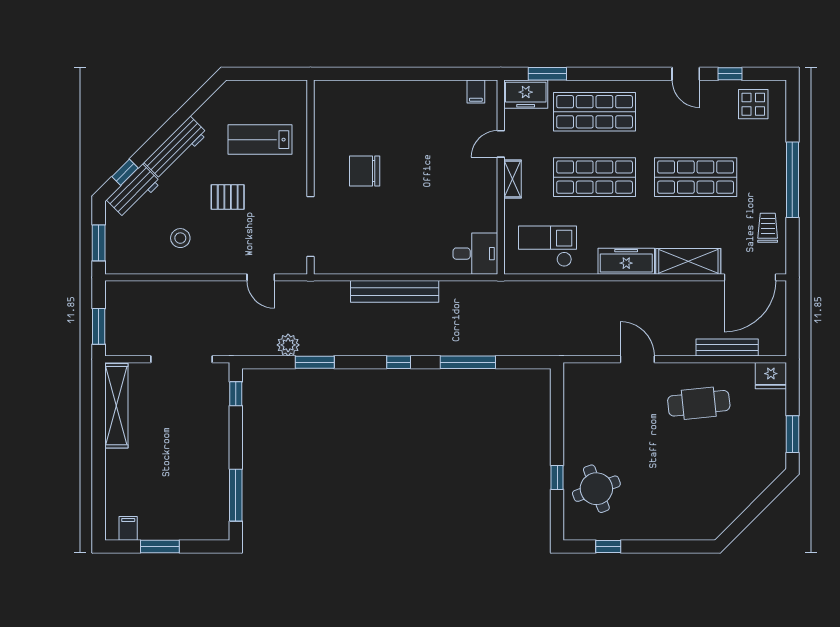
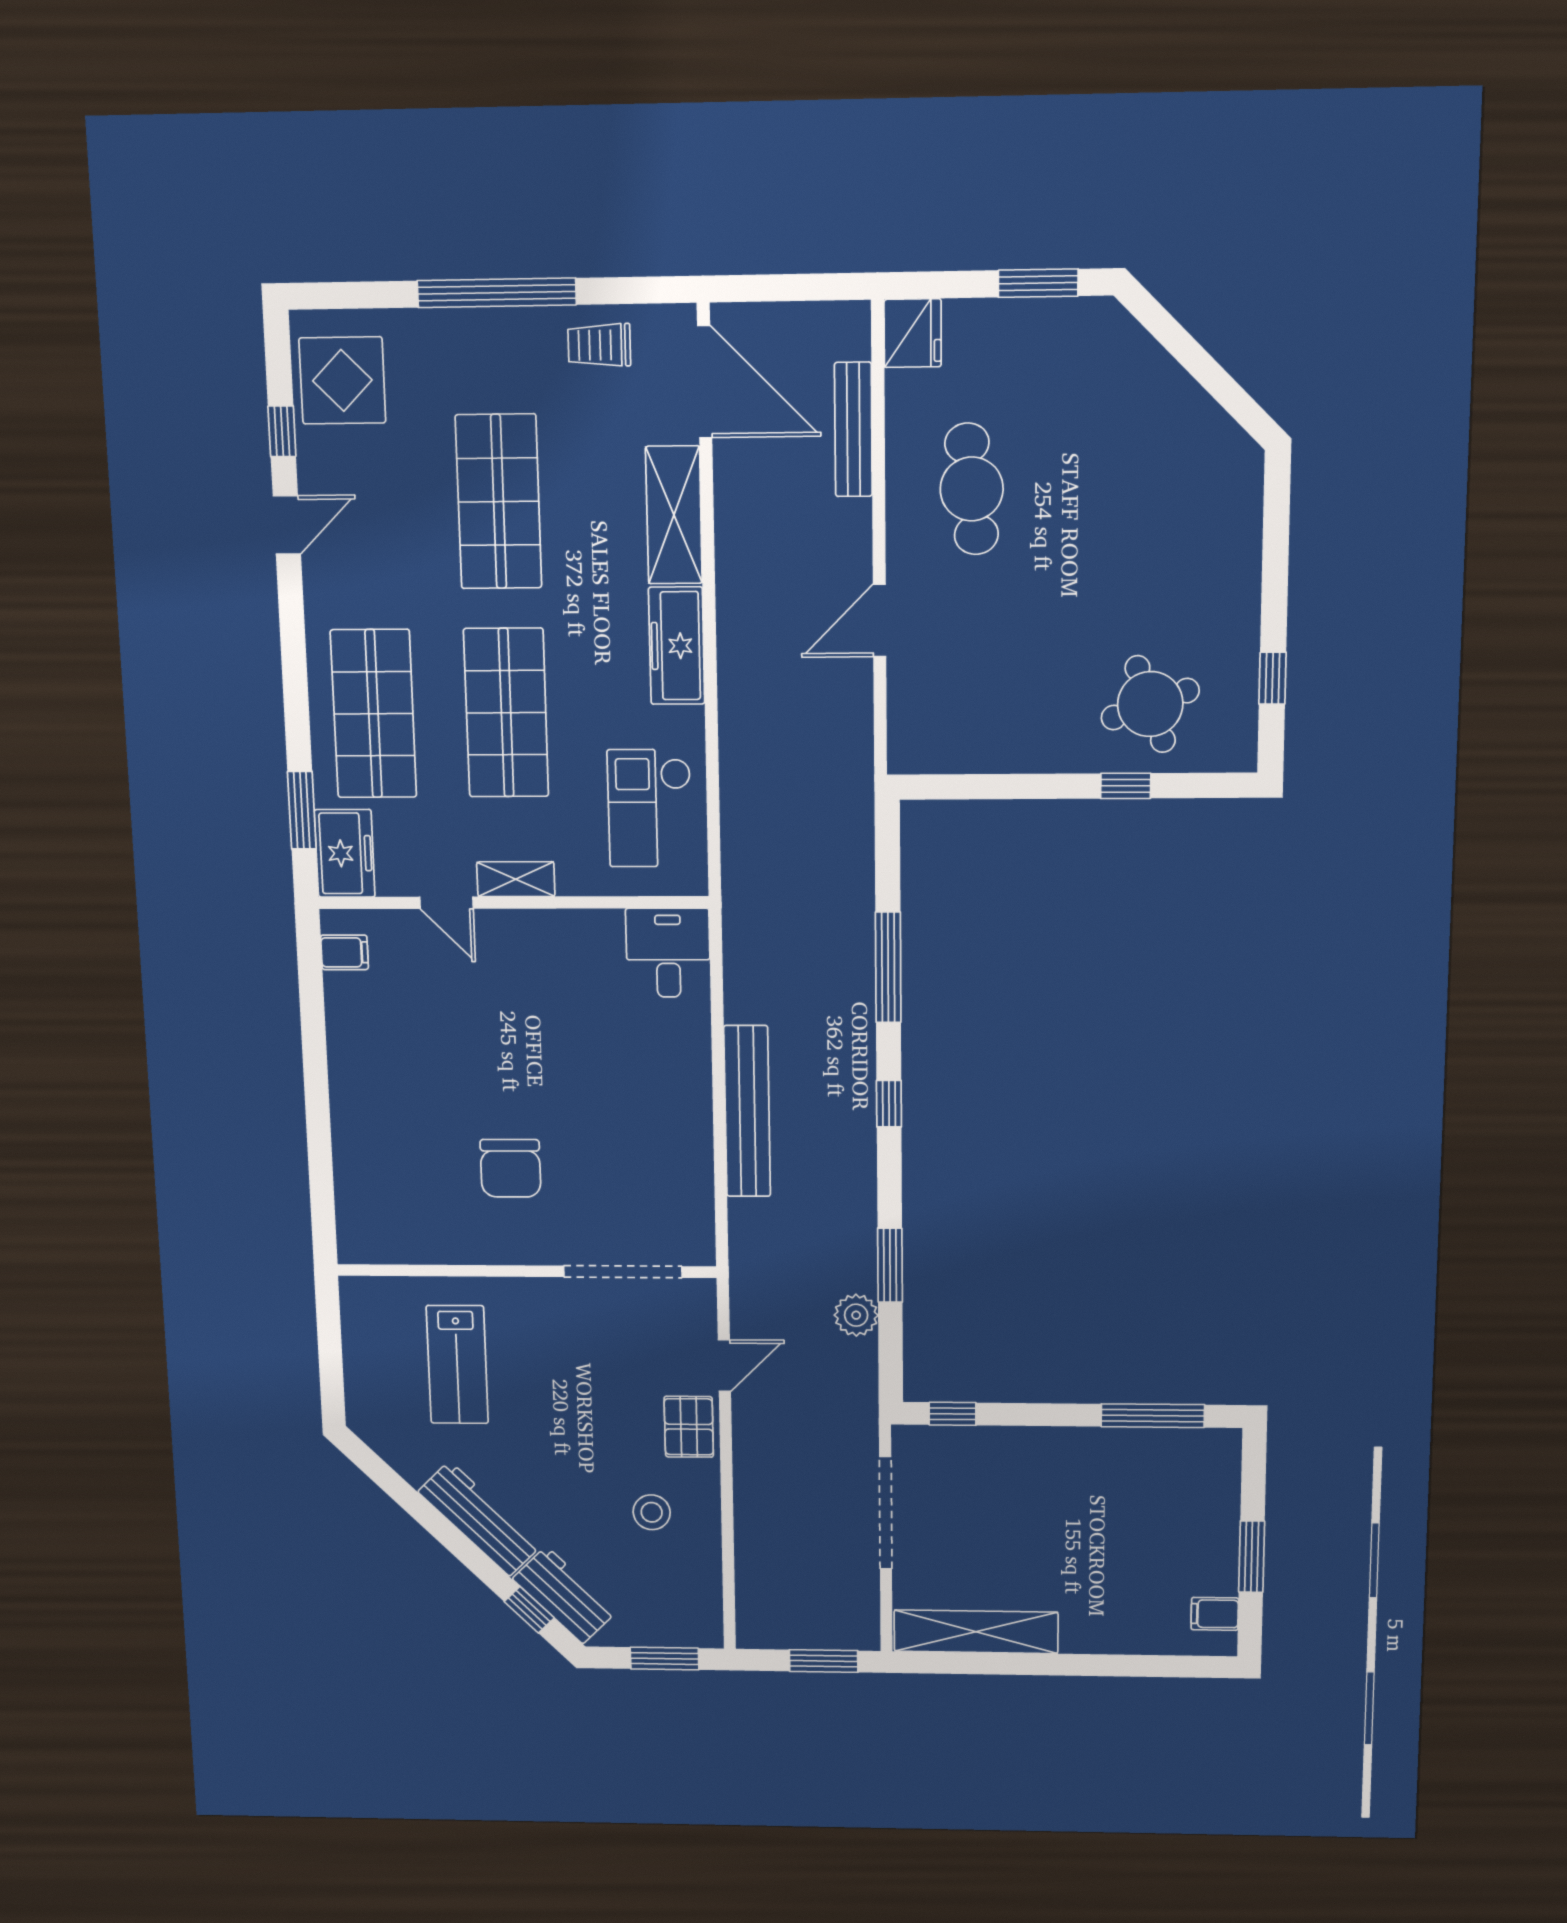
display table: (753, 104) -> (342, 380), width x1.36, depth x1.36
pallet: (228, 197) -> (689, 1427), moved

